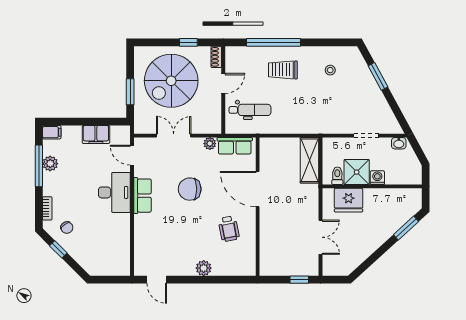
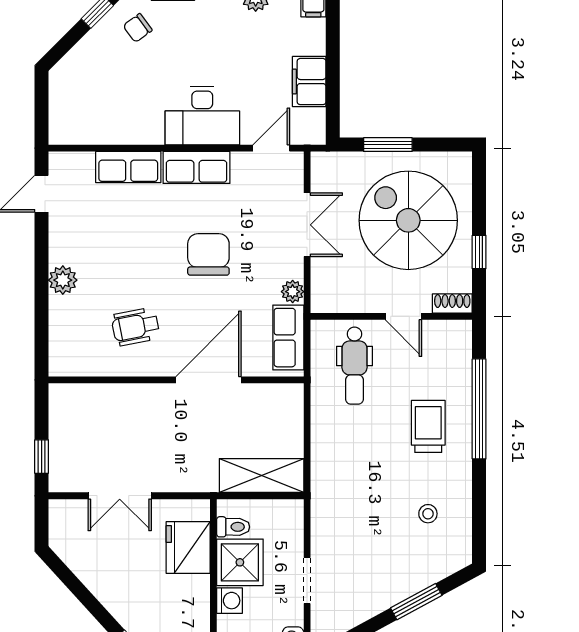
row of seats: (142, 233) -> (128, 167), added

